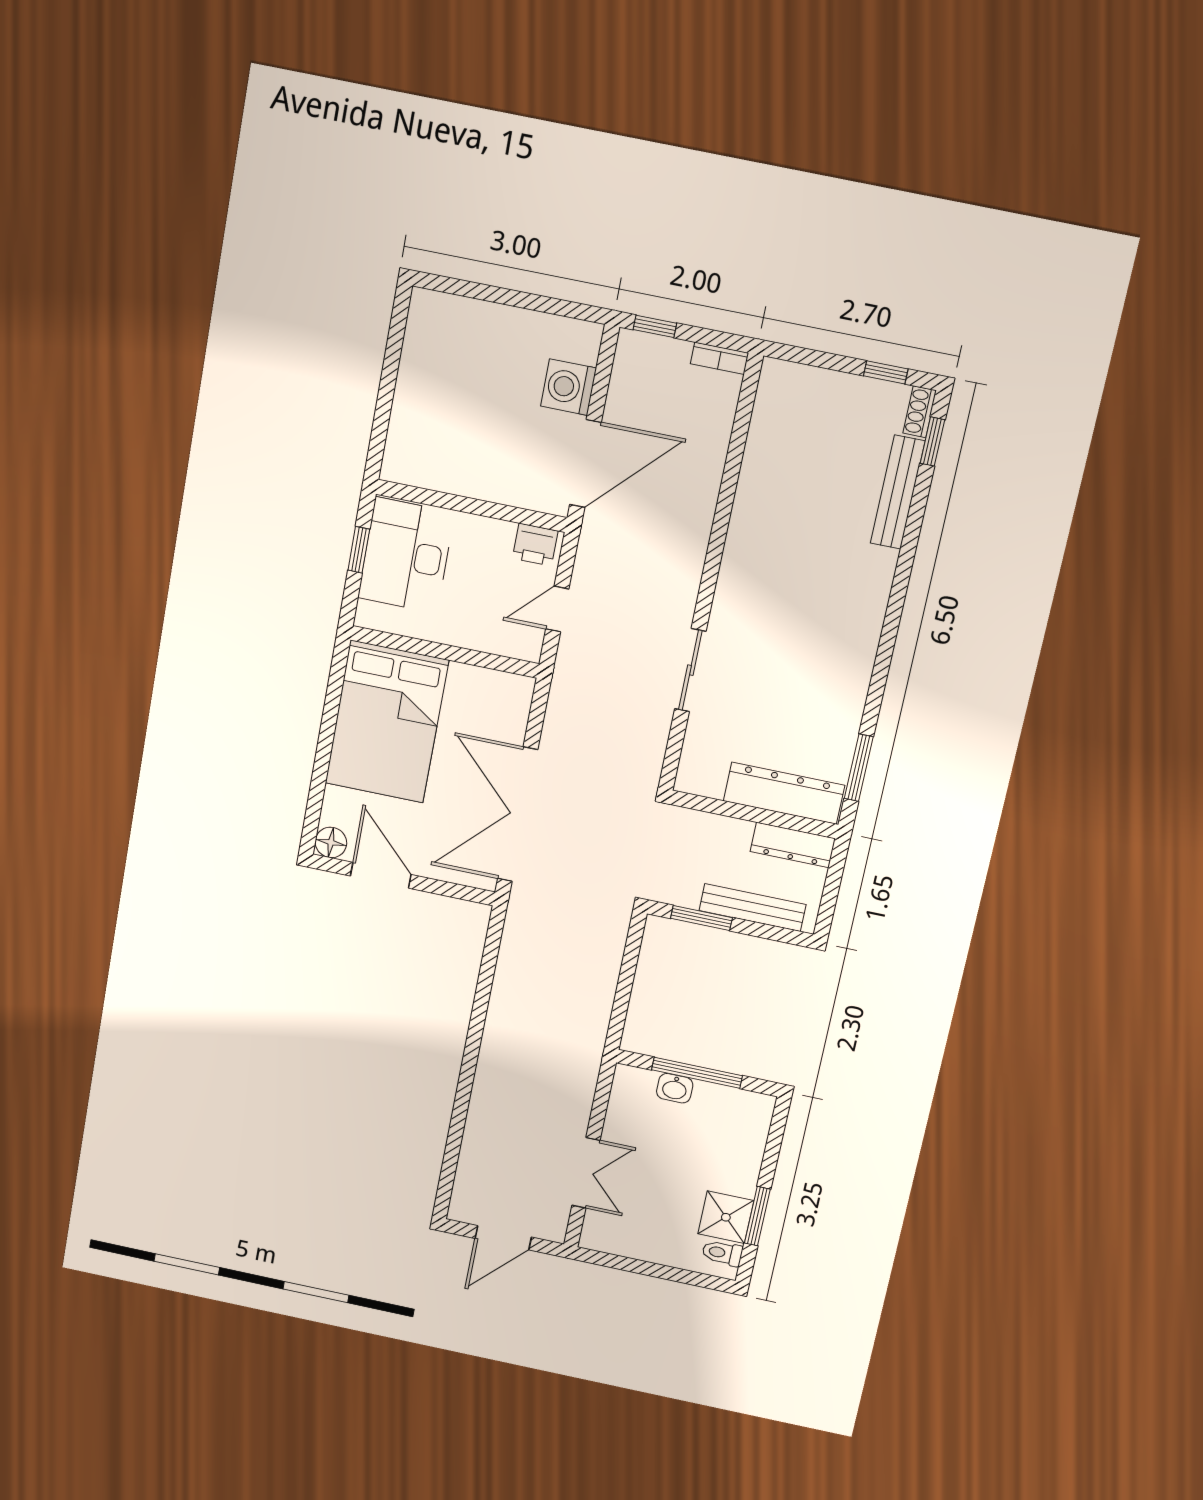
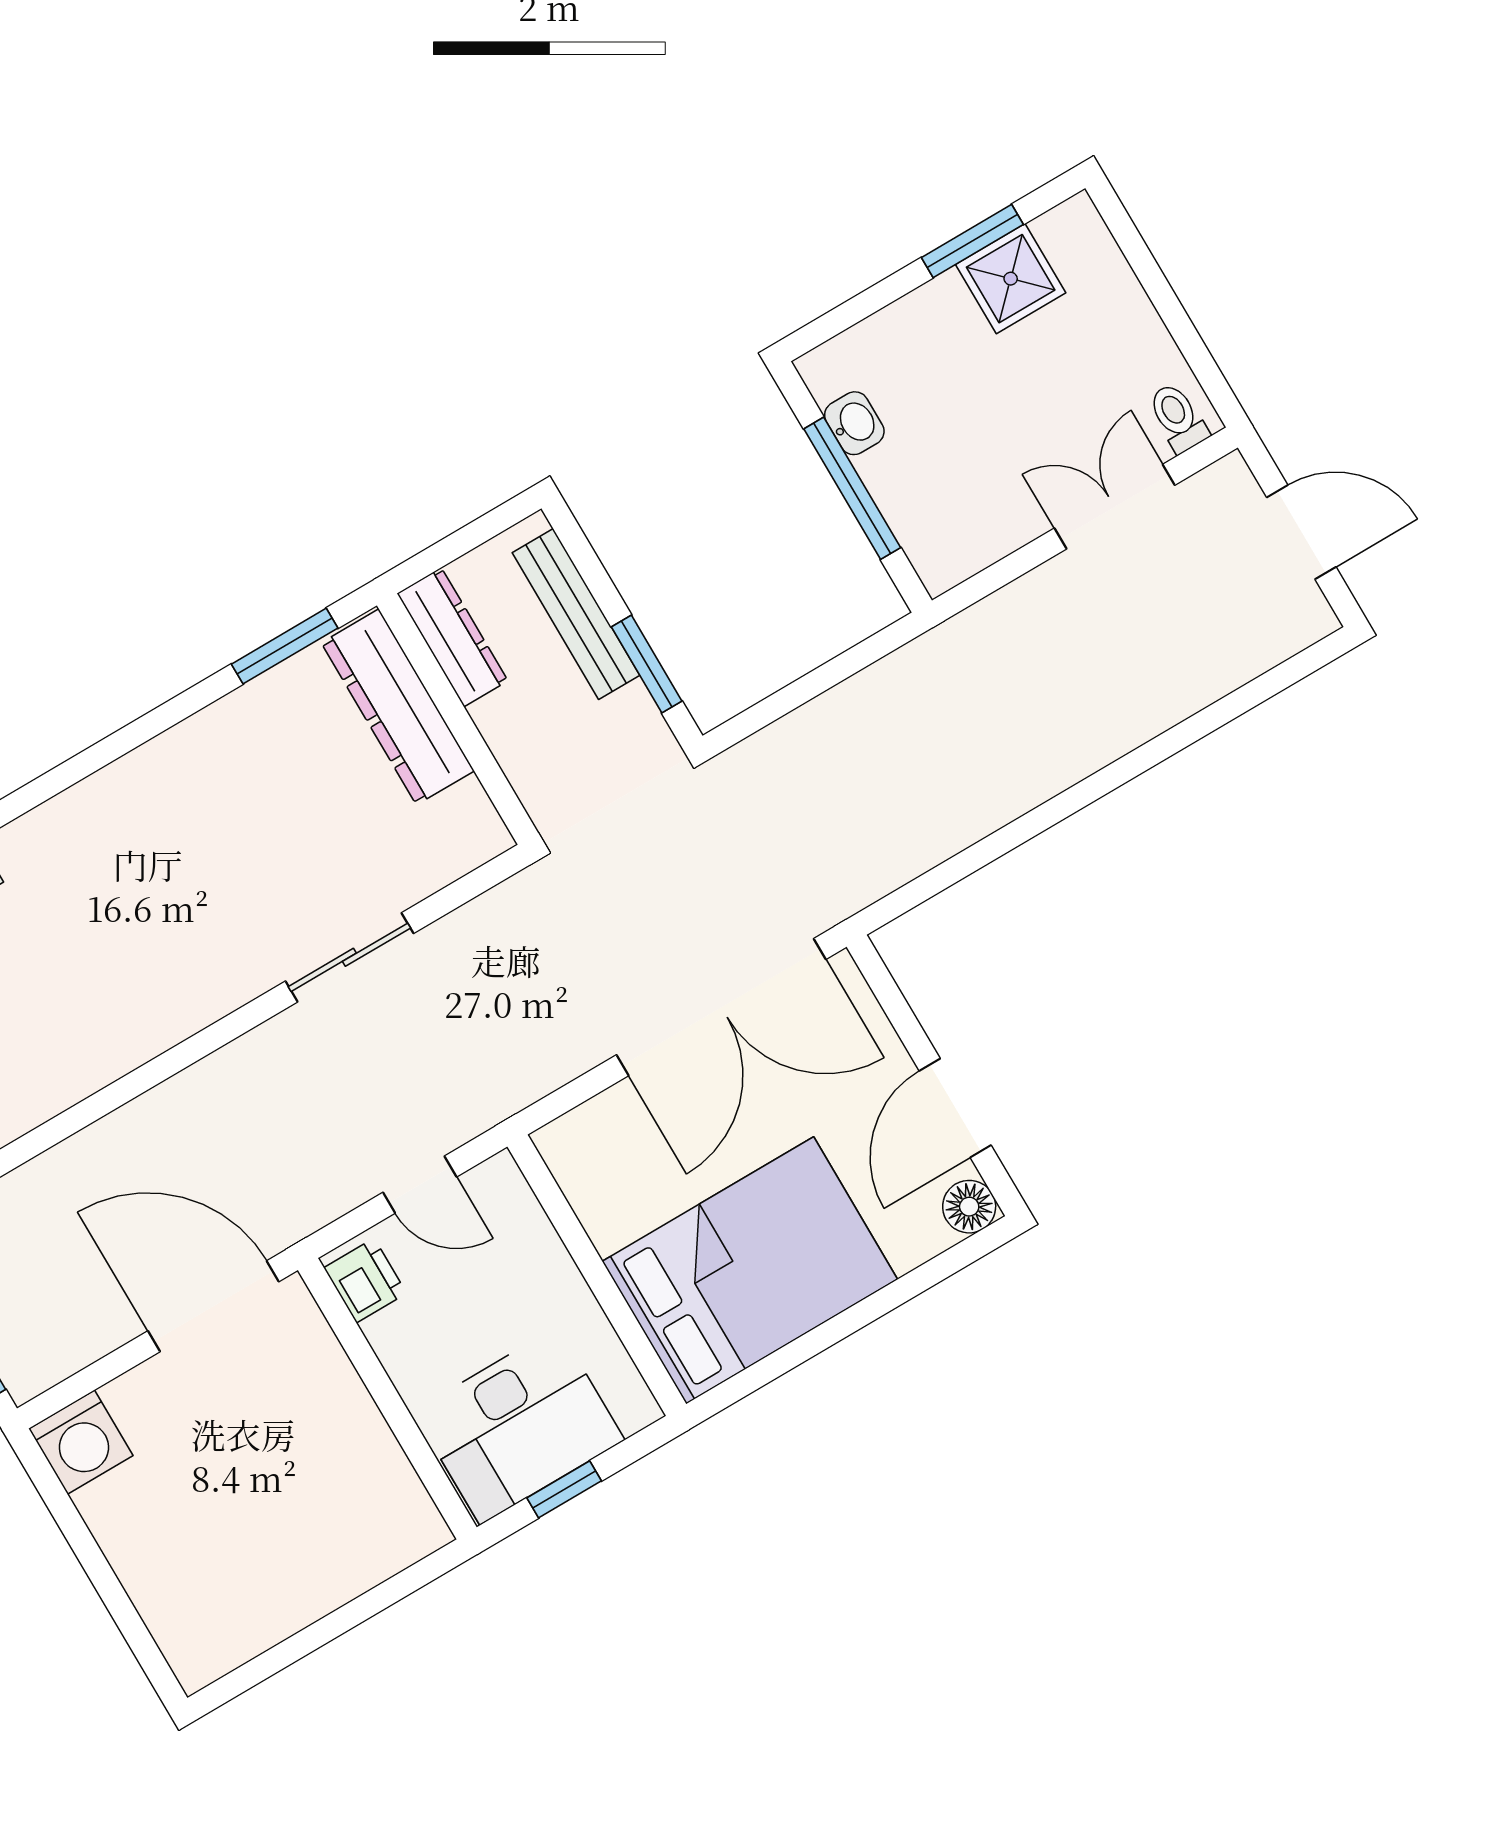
washing machine: (569, 387) -> (81, 1442), moved
washbasin: (675, 1088) -> (854, 423), moved
toilet: (722, 1253) -> (1178, 418), moved, turned 180

